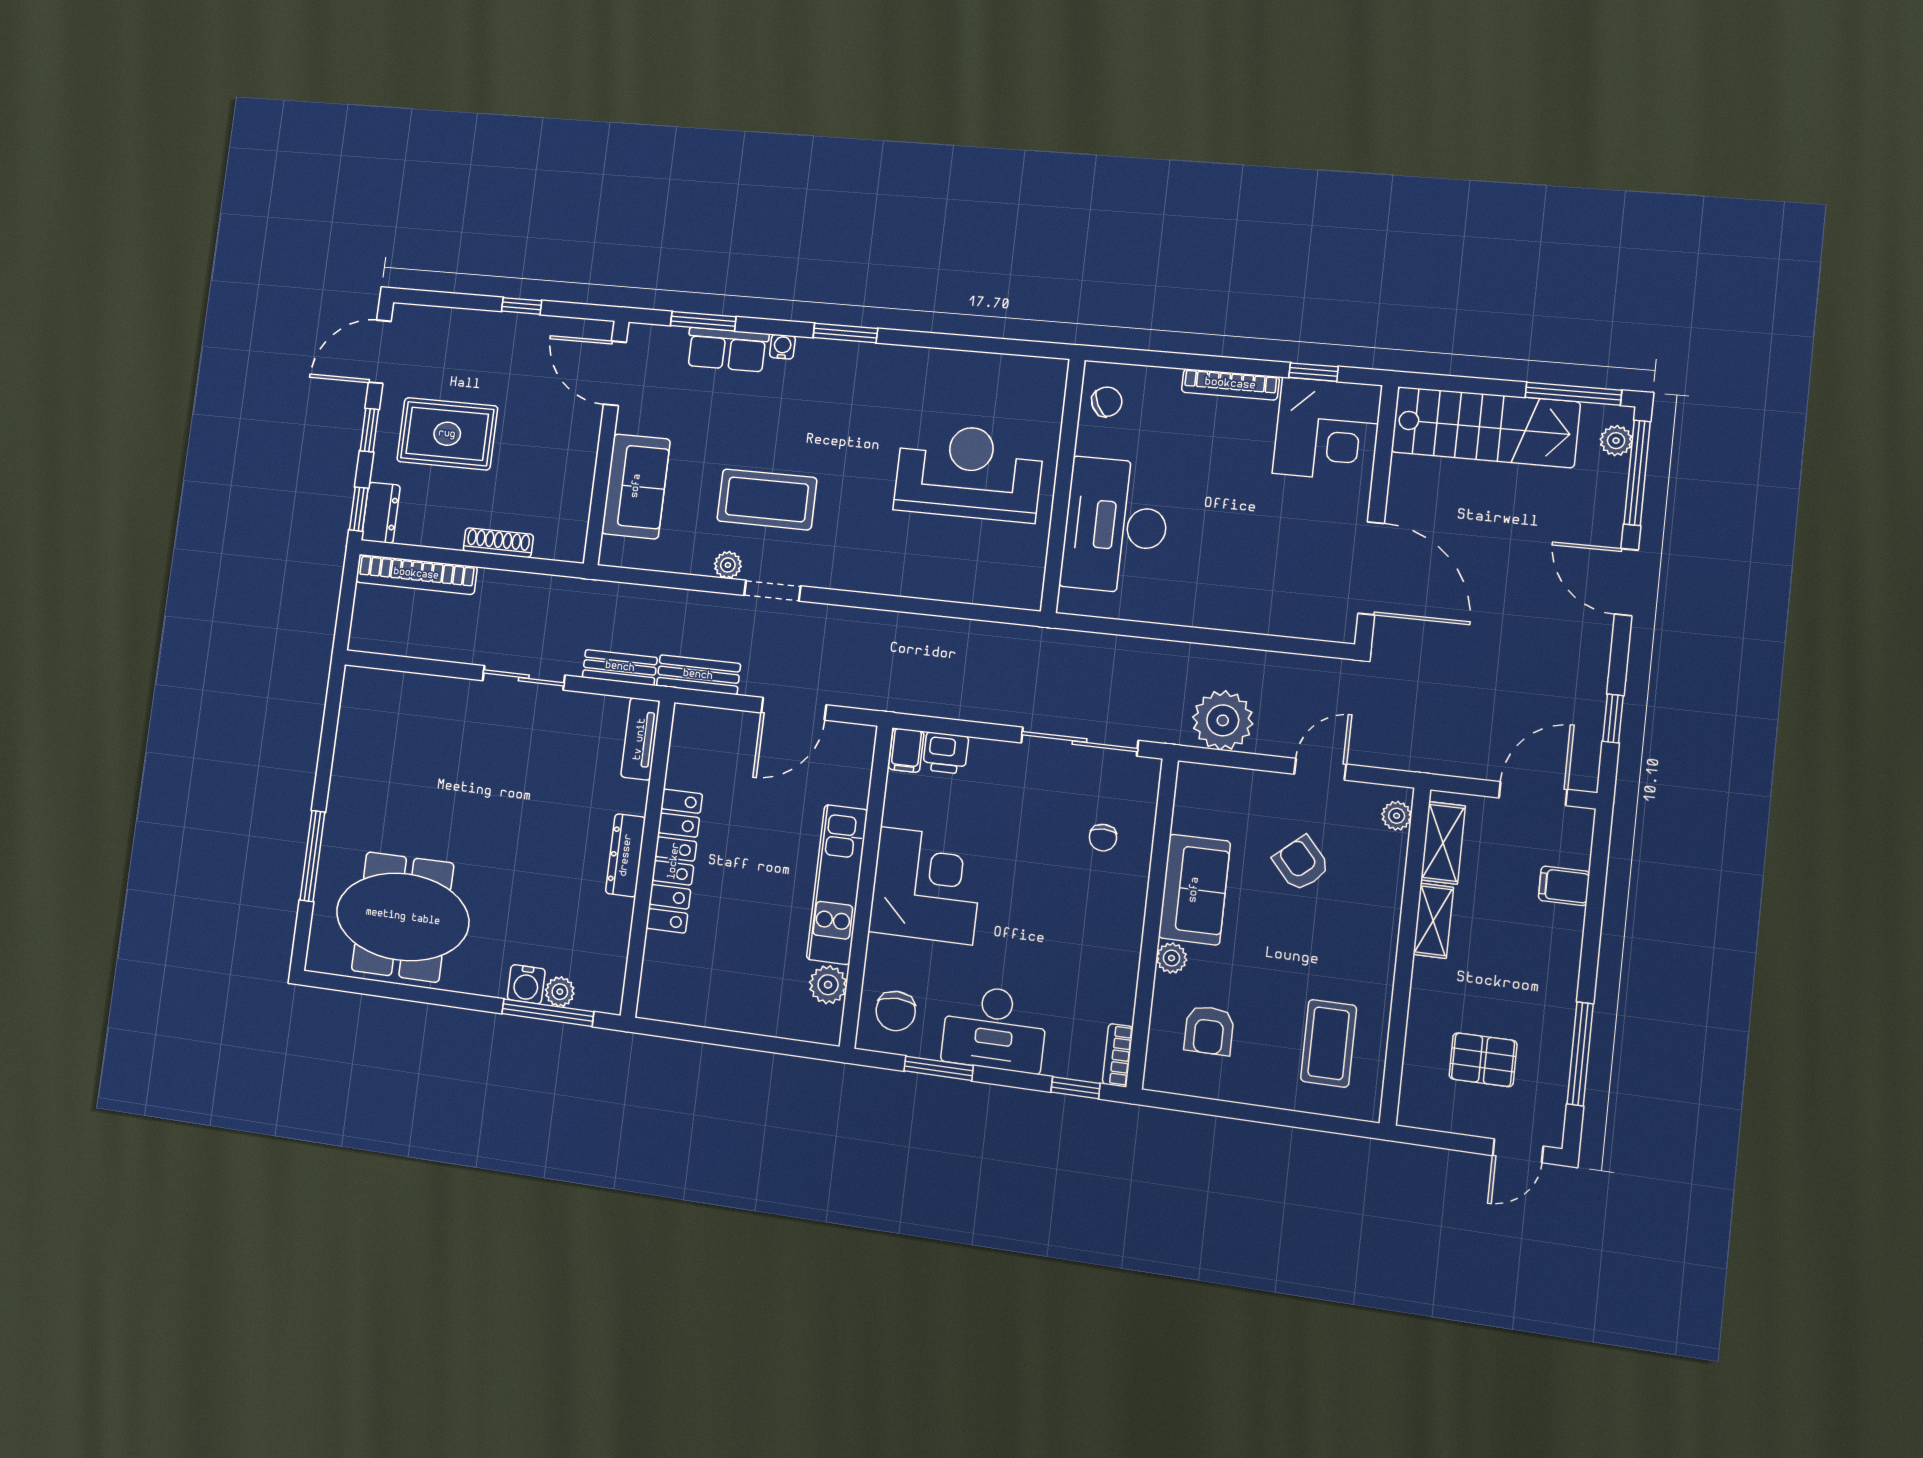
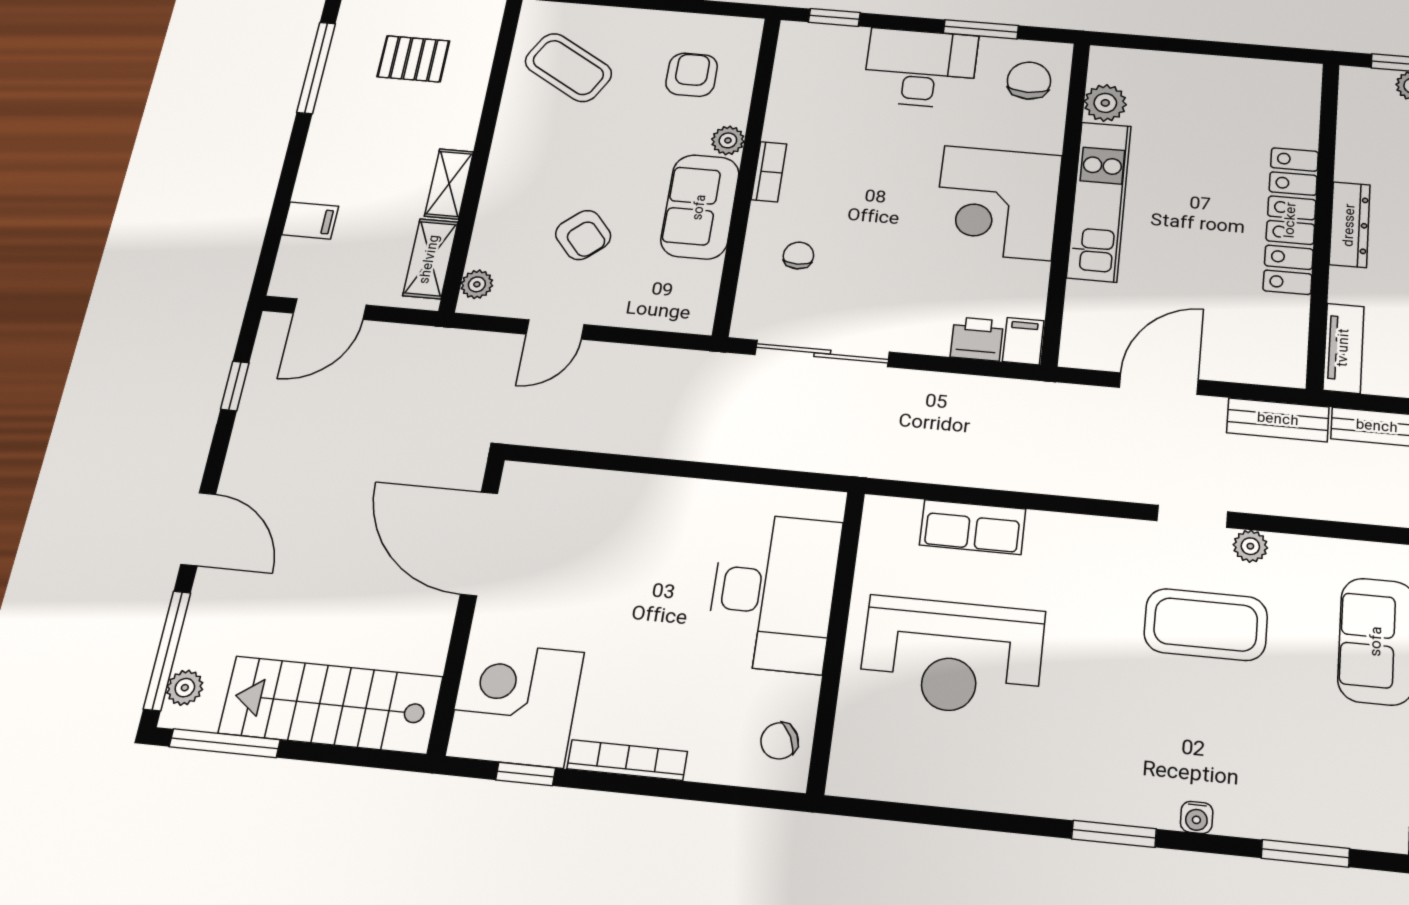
row of seats: (727, 350) -> (973, 527), moved, turned 180
plant: (1223, 720) -> (659, 378), removed
coffee table: (1329, 1043) -> (568, 68), turned -60
bookcase: (1118, 1055) -> (769, 172), moved

